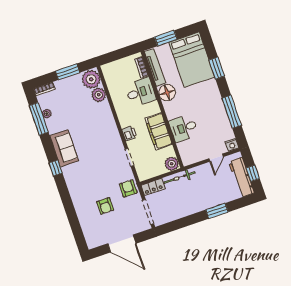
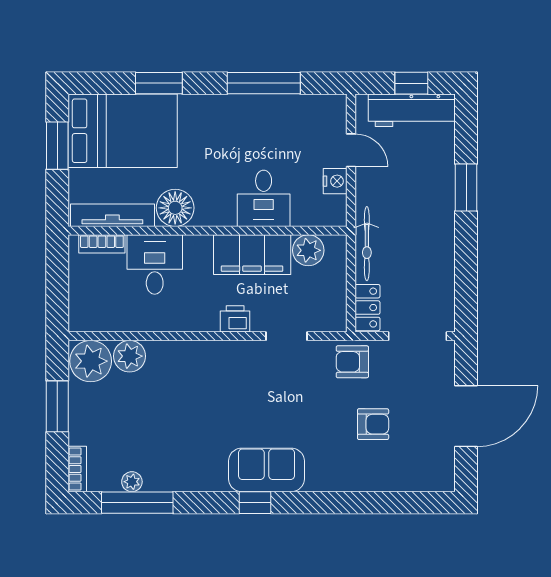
window: (166, 38) -> (57, 146), moved
nightstand: (232, 145) -> (335, 181), moved
sofa: (64, 148) -> (266, 470), moved
plant: (172, 164) -> (308, 250), moved

